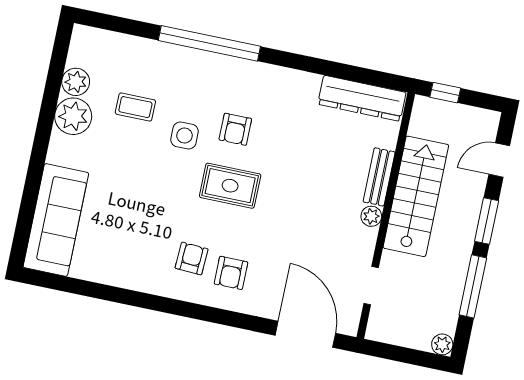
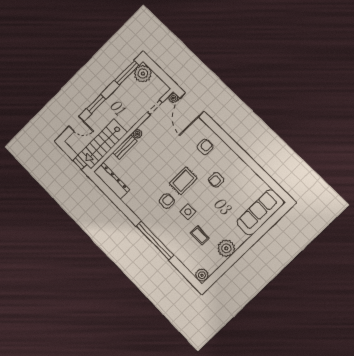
plant: (76, 82) -> (202, 275), moved
rug: (230, 186) -> (183, 181), turned 90
stairs: (416, 196) -> (103, 144), moved
armchair: (192, 259) -> (216, 180), moved
window: (473, 286) -> (127, 73), moved
plant: (348, 325) -> (173, 98), added
plant: (442, 344) -> (143, 74), width x1.87, depth x1.87

